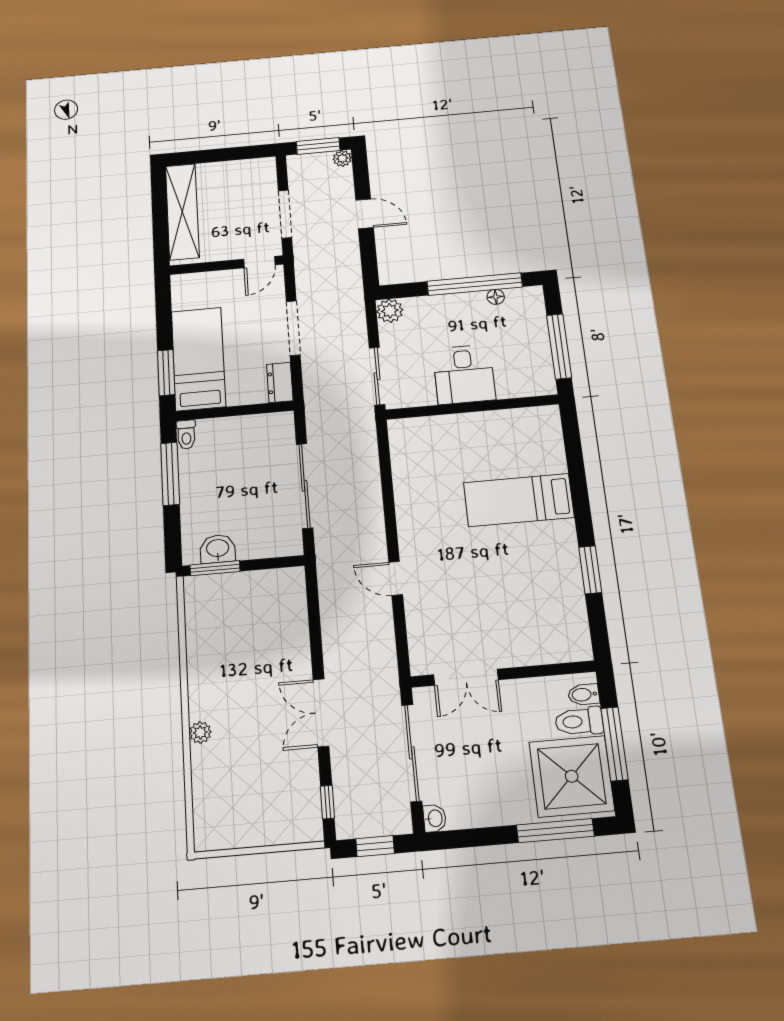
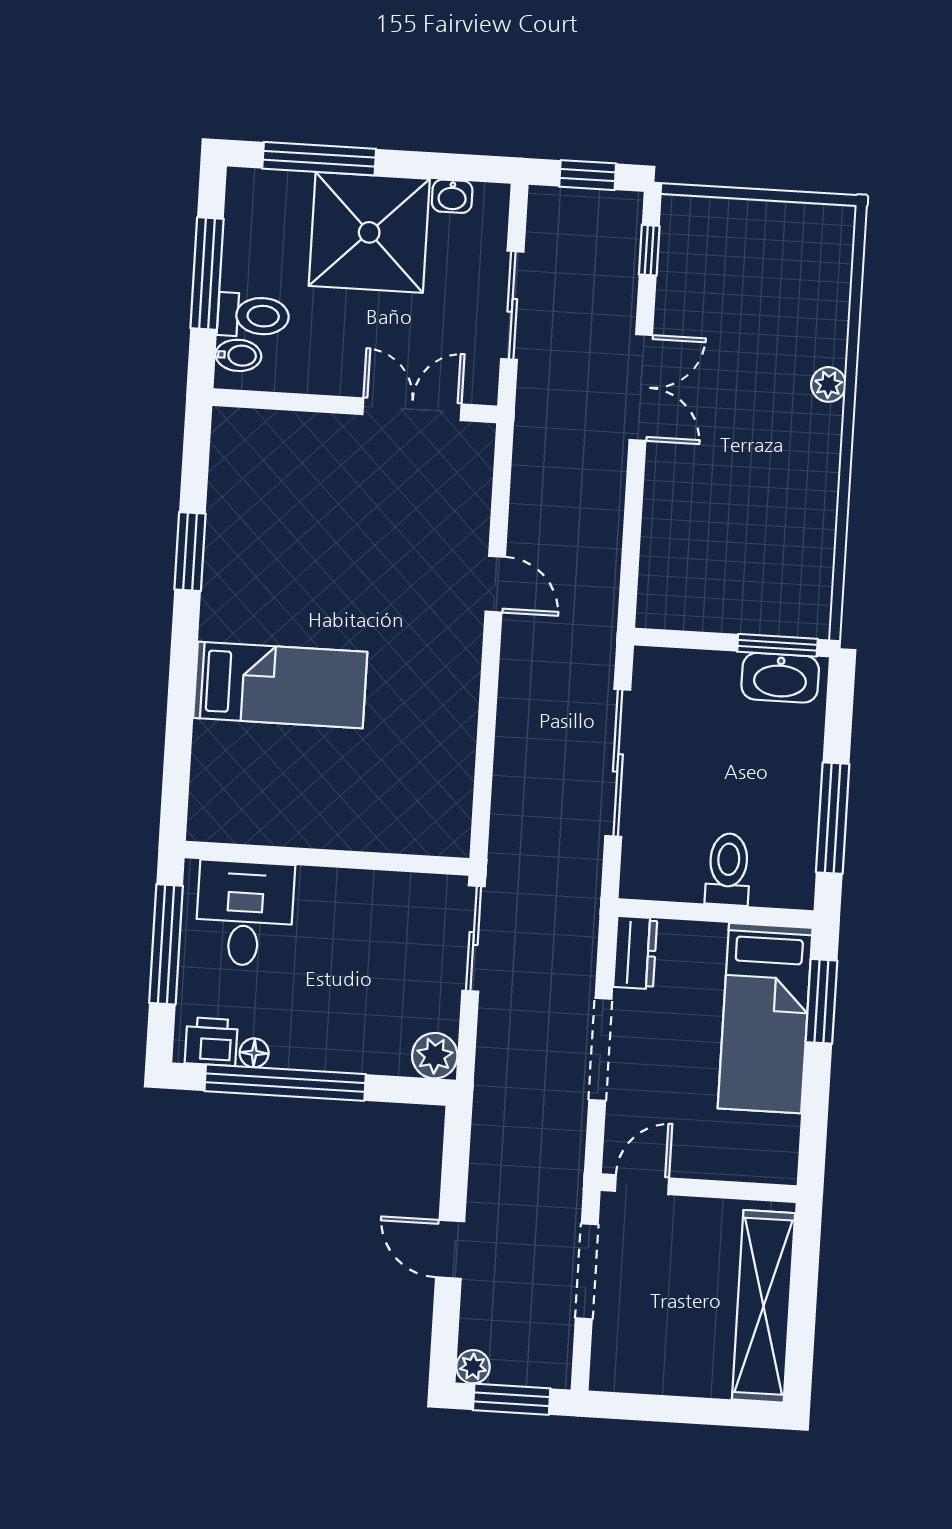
printer: (522, 299) -> (211, 1042), added
desk: (464, 374) -> (245, 914), moved
toilet: (186, 434) -> (728, 869), moved, width x1.37, depth x1.39
washbasin: (218, 549) -> (780, 678), width x1.38
sliding door: (412, 753) -> (512, 305), width x0.73
shower: (572, 776) -> (369, 232), moved
washbasin: (435, 818) -> (452, 196), moved, turned -90

